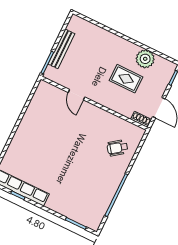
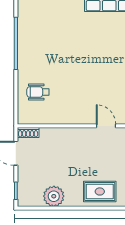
rug: (126, 79) -> (100, 191), moved
wheelchair: (117, 148) -> (38, 92), turned -144

